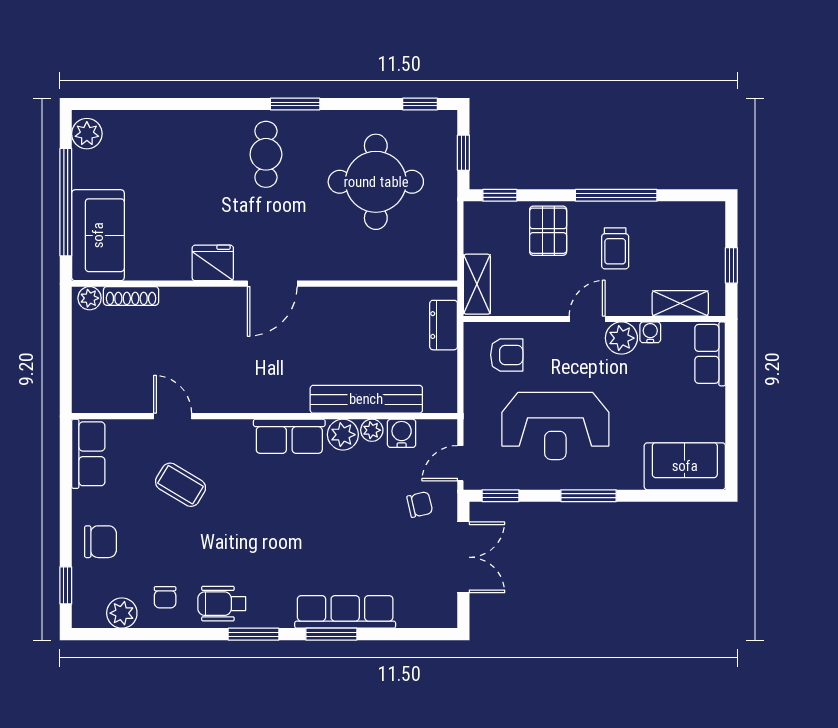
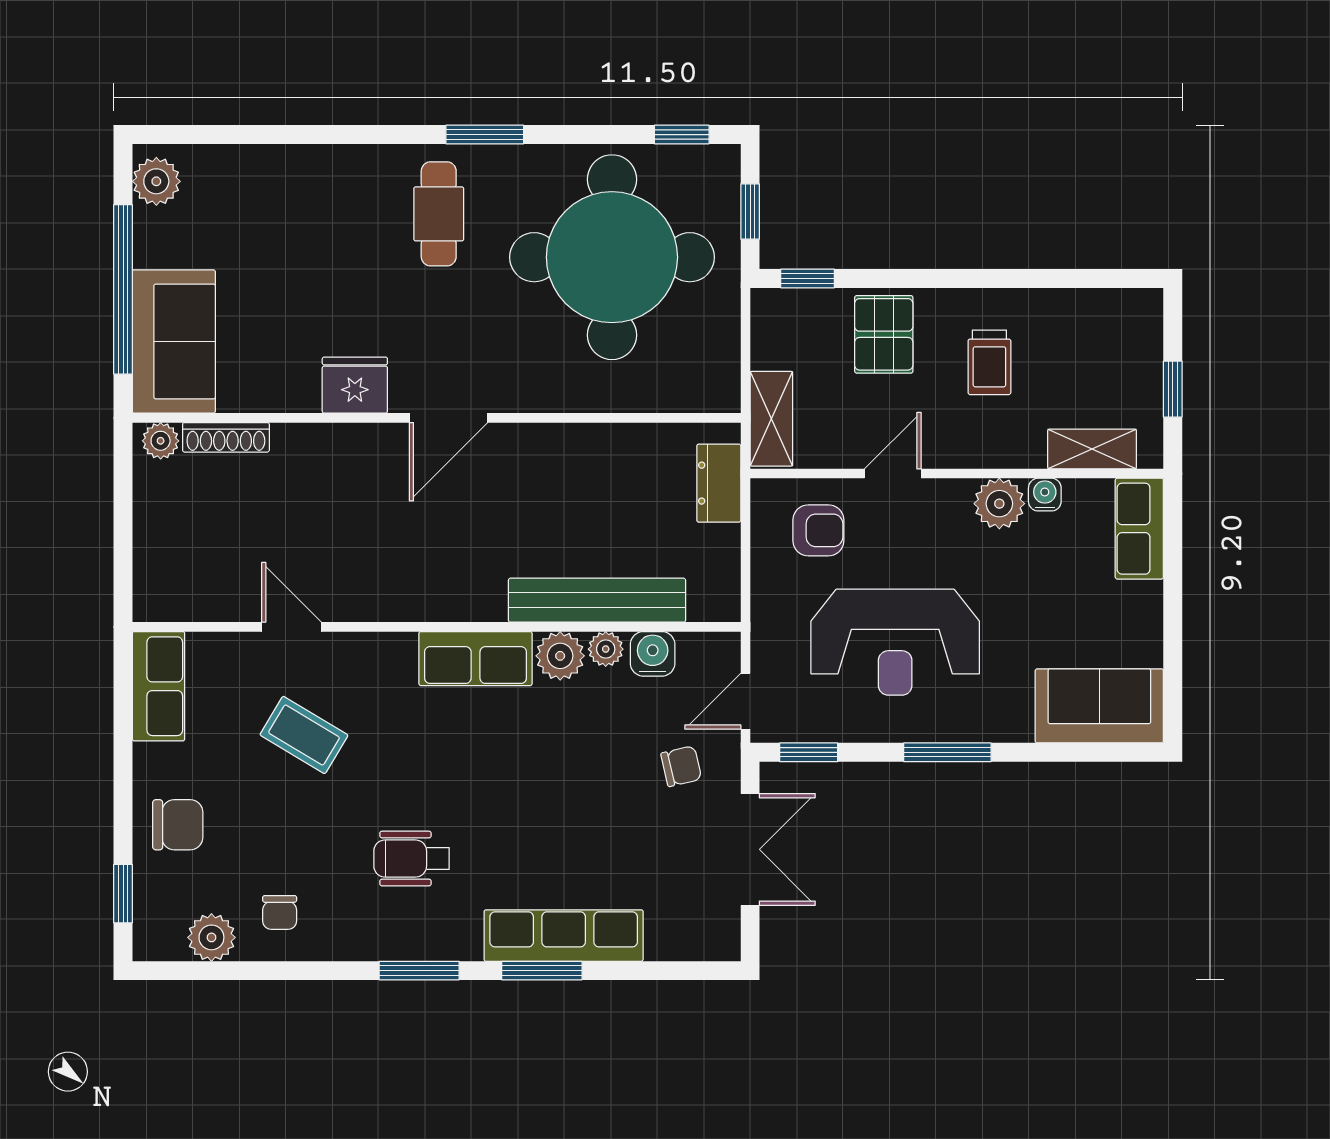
round table: (376, 182) -> (612, 257), width x1.36, depth x1.36
window: (616, 195) -> (991, 279), removed
door: (587, 319) -> (893, 474), moved
wheelchair: (222, 604) -> (412, 859), moved

